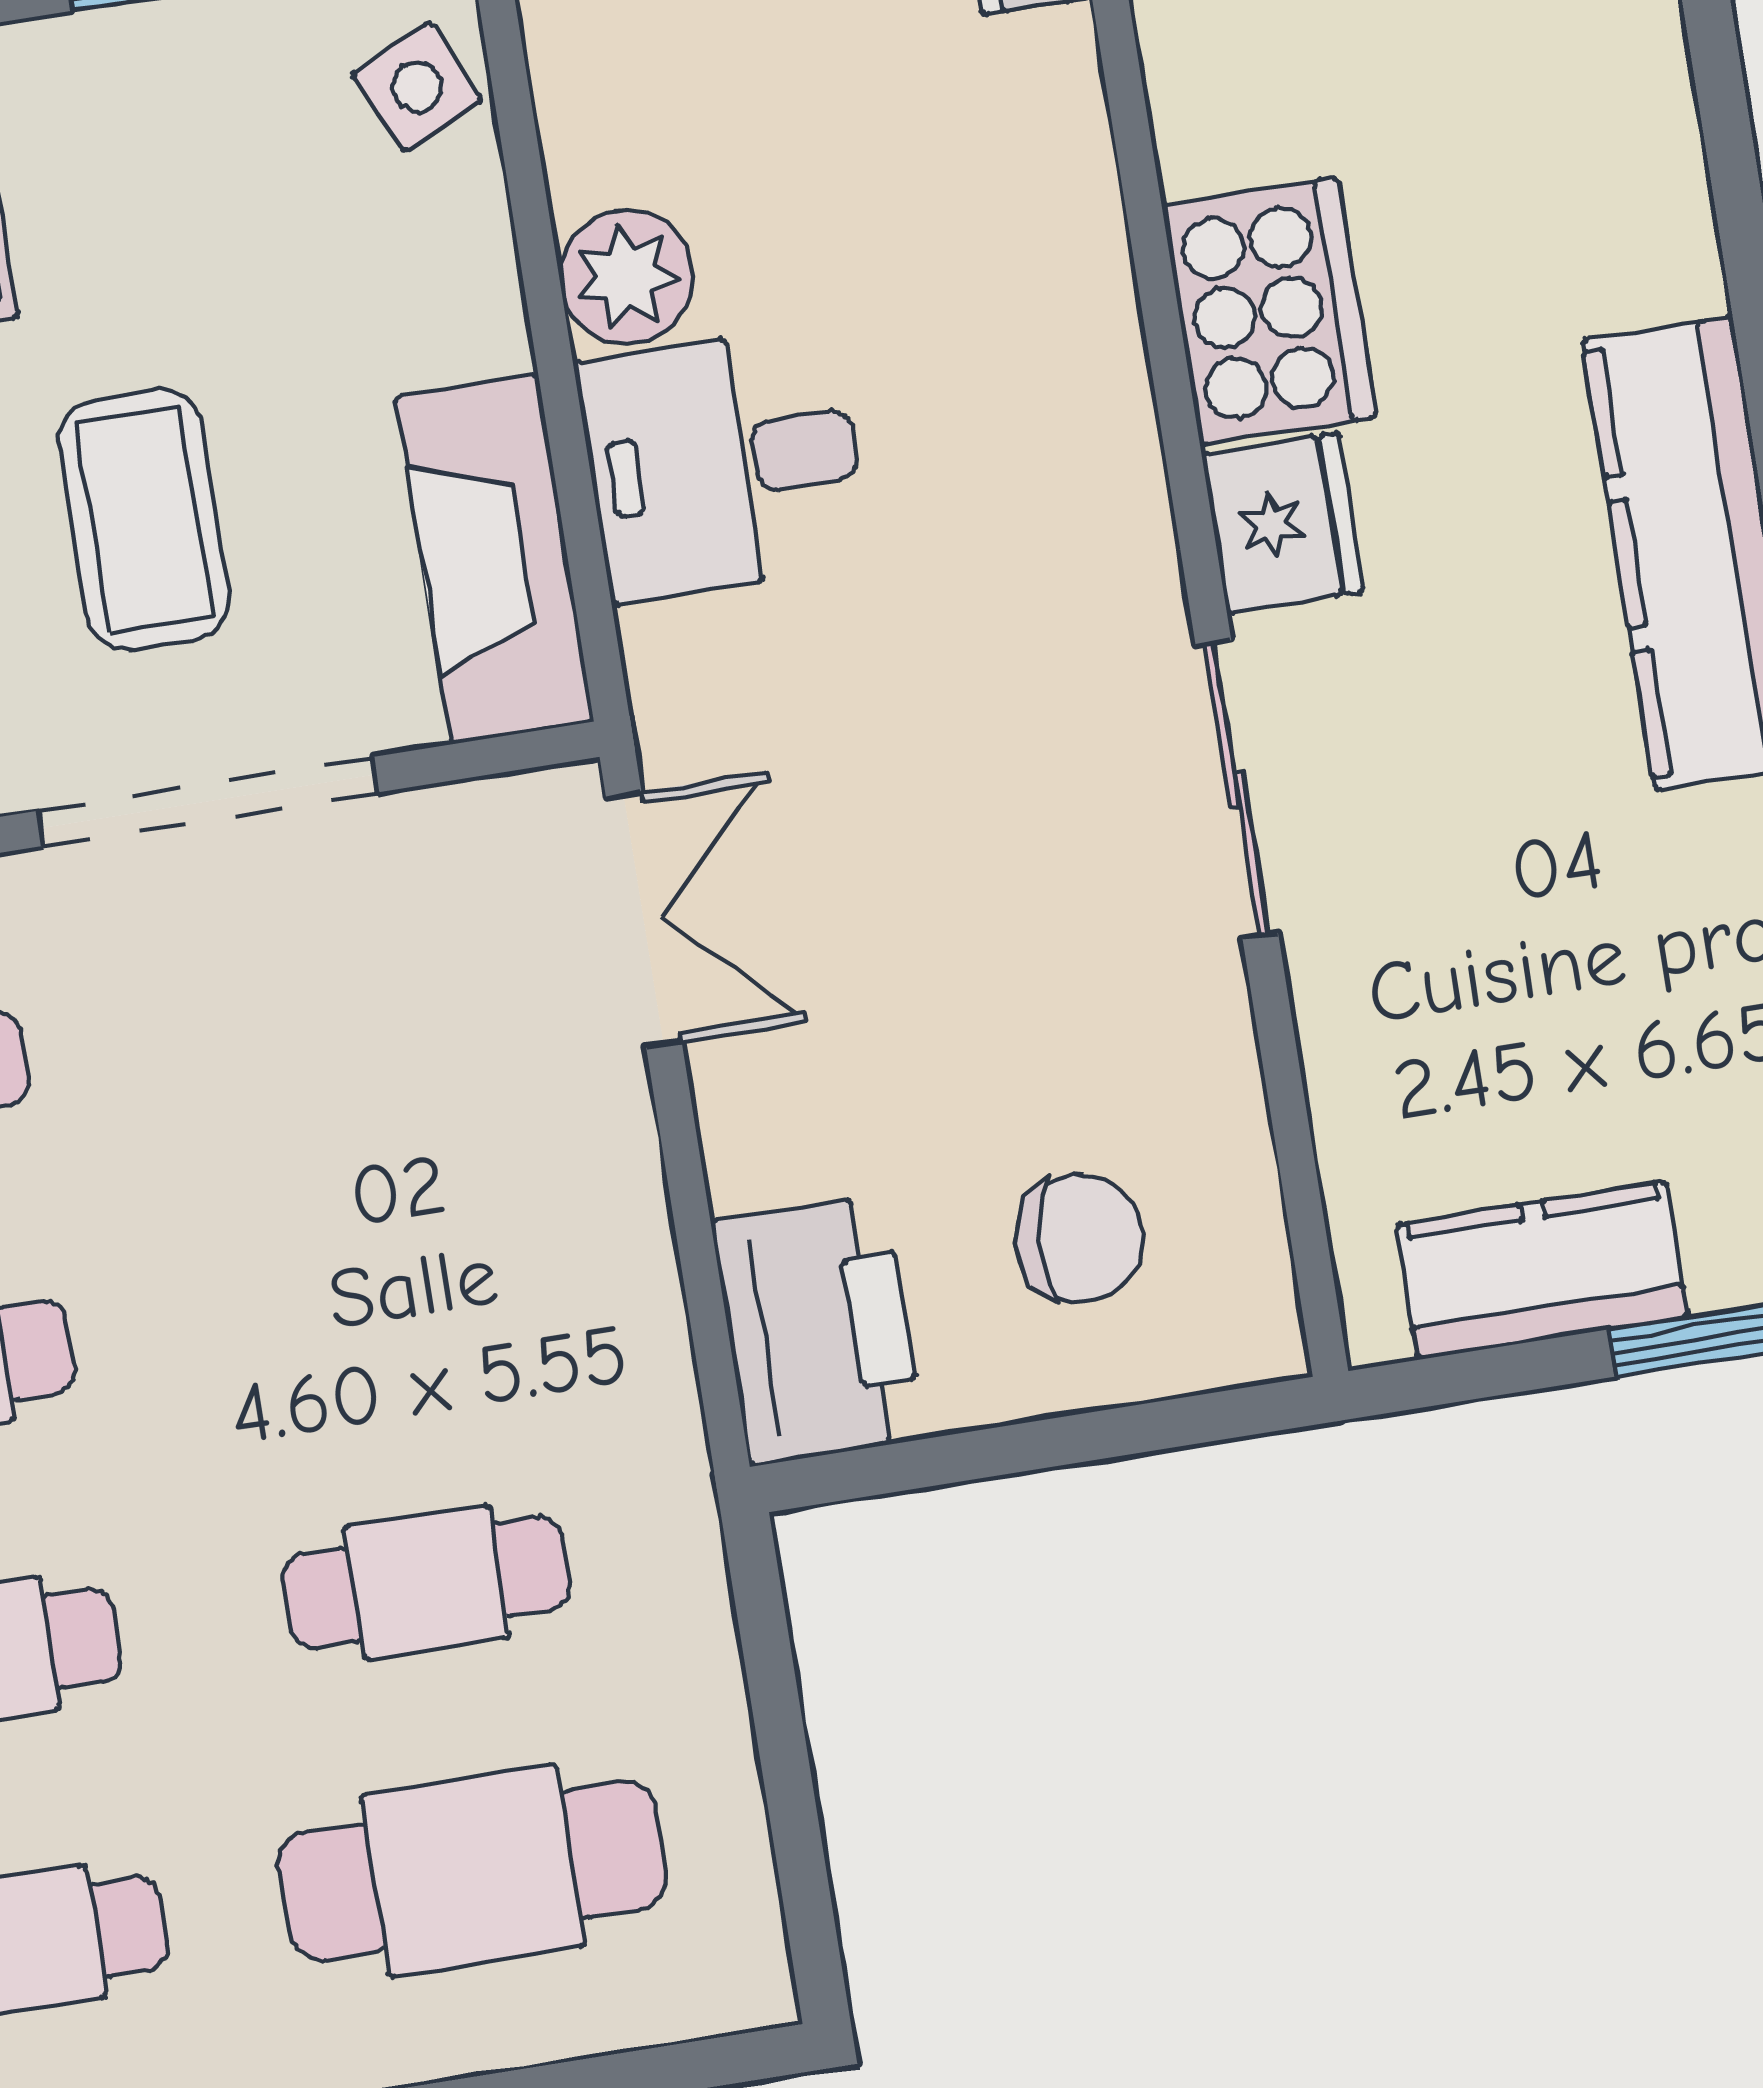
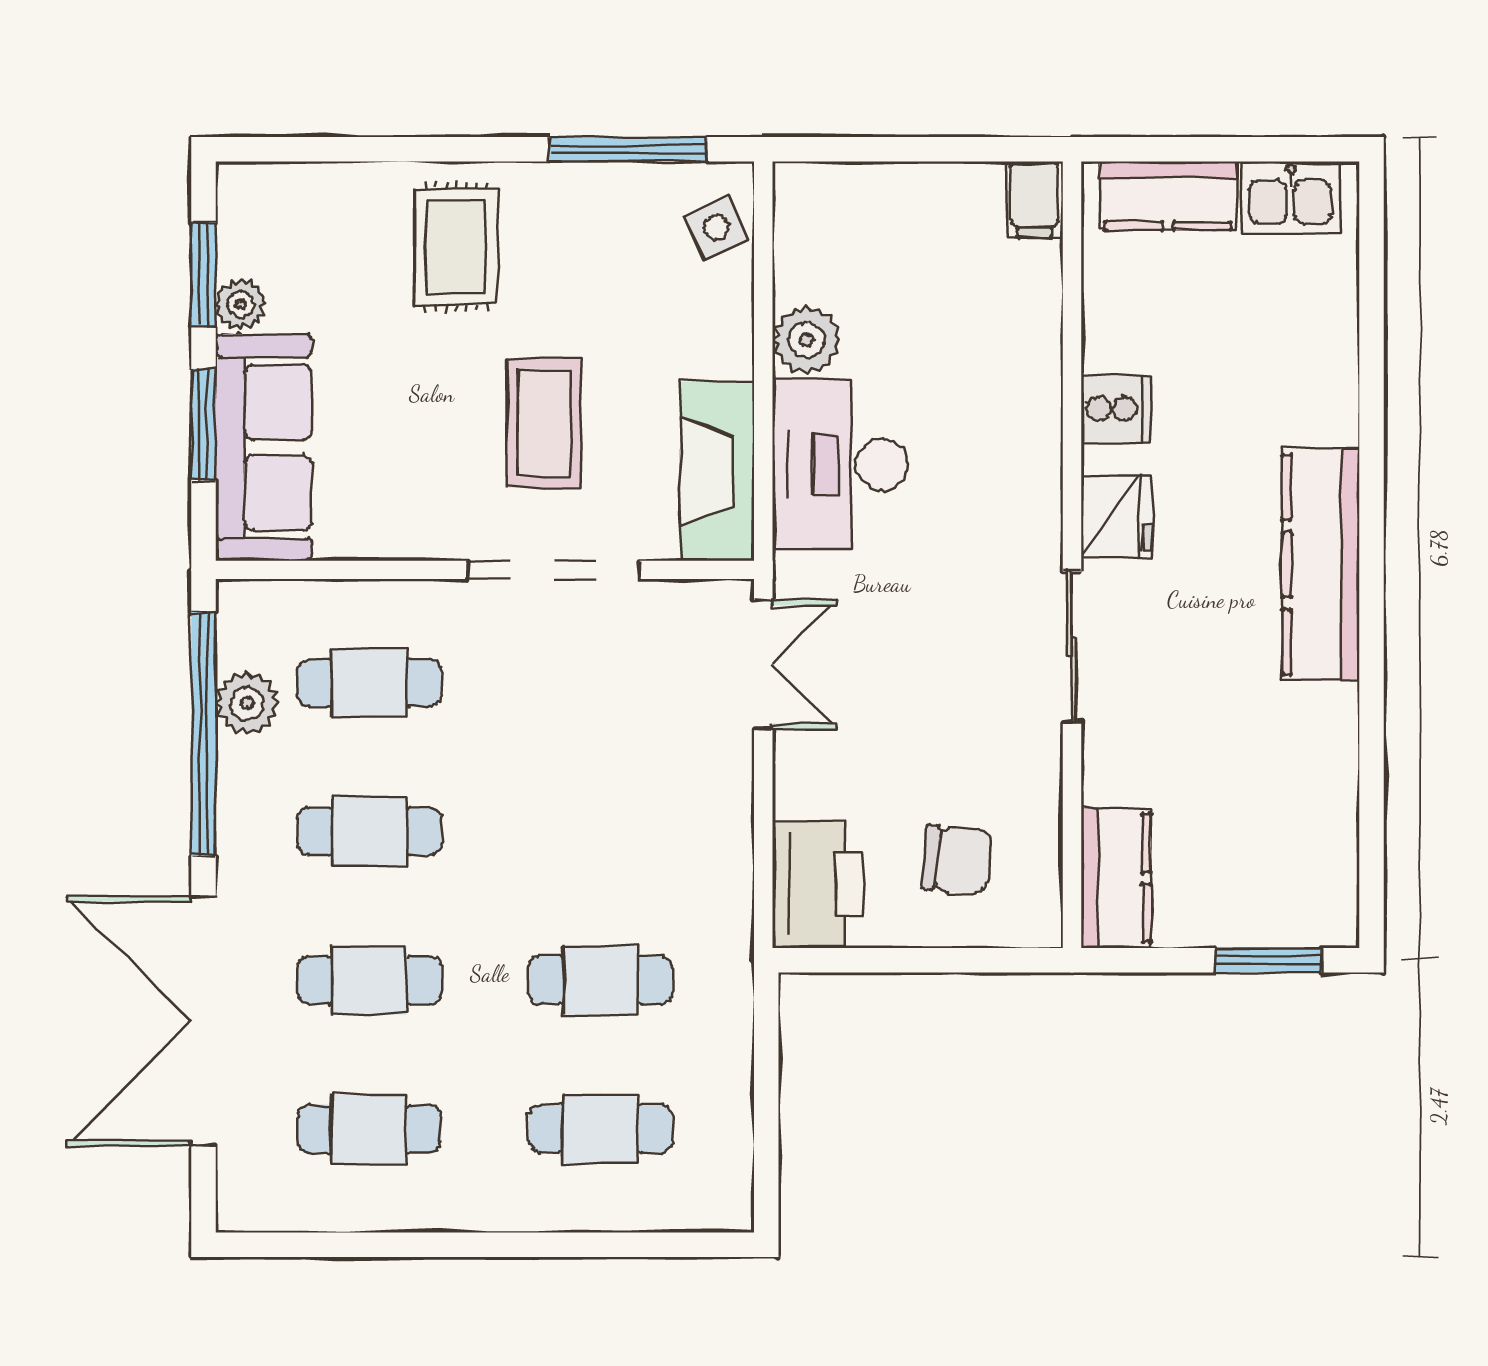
cooker: (1269, 311) -> (1116, 409), width x0.53, depth x0.76
desk: (723, 463) -> (840, 465), width x1.37
kitchen counter: (1542, 1271) -> (1116, 878), moved, turned 90
cafe table: (473, 1871) -> (601, 1129), width x0.73, depth x0.74

